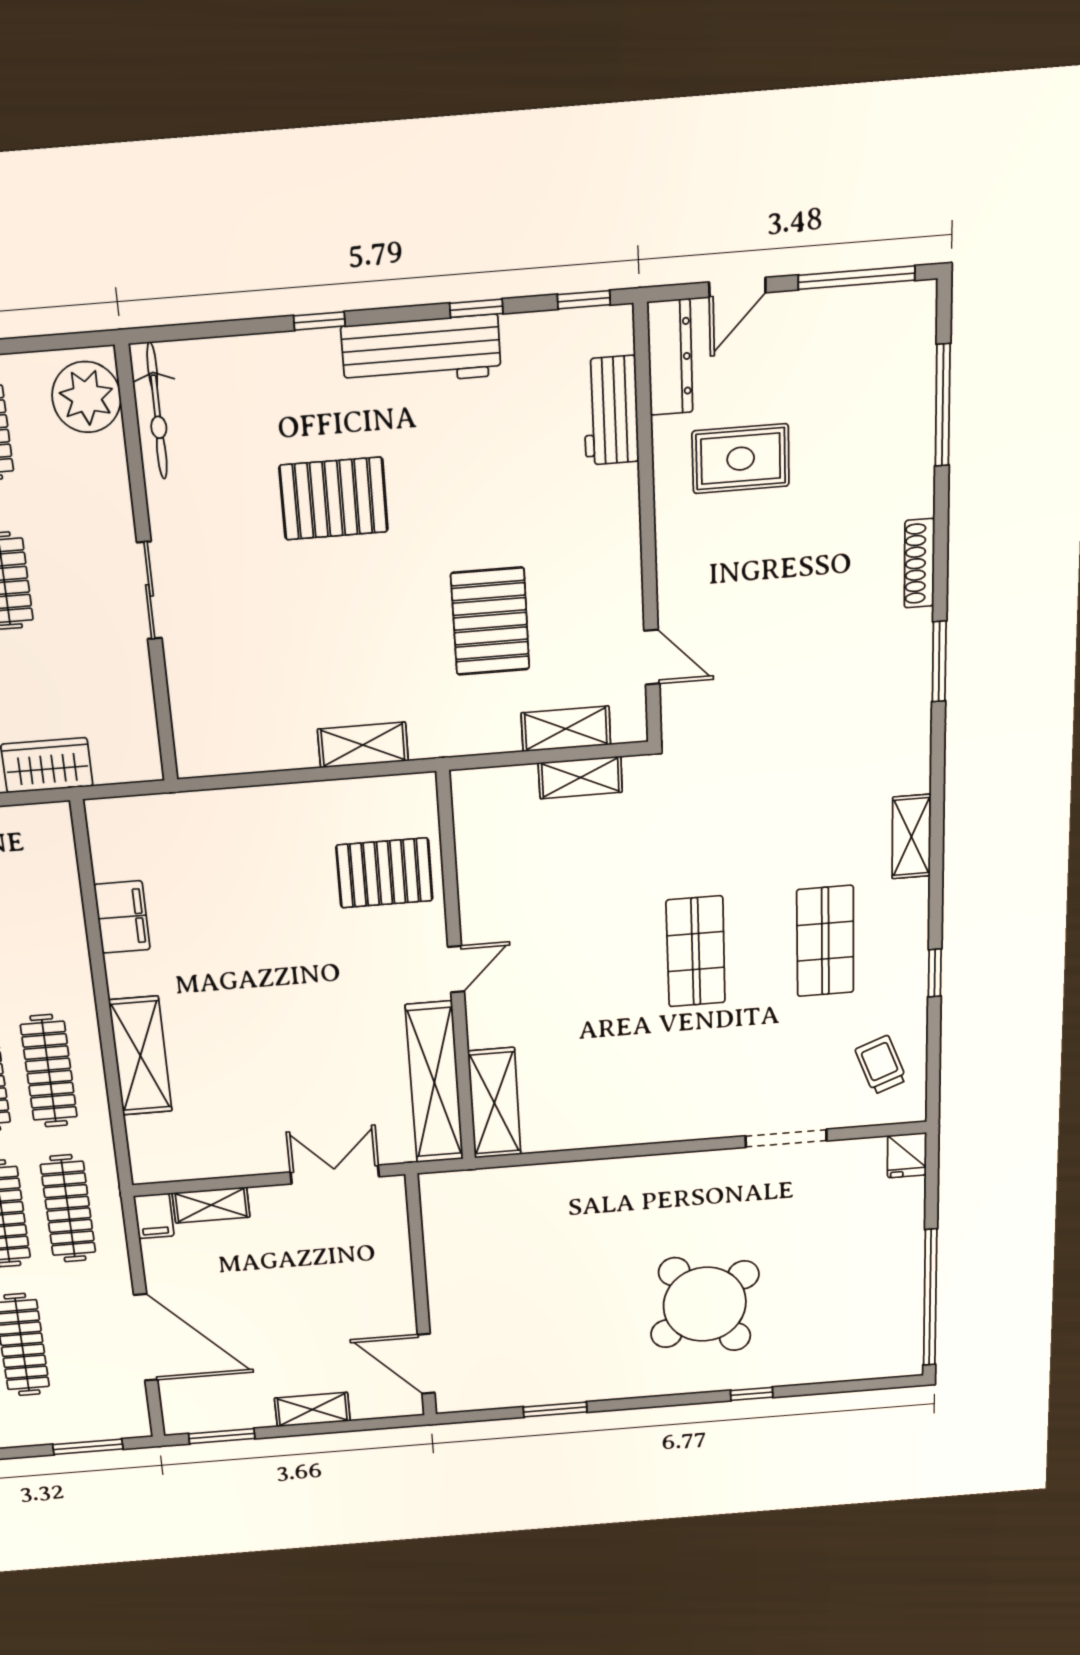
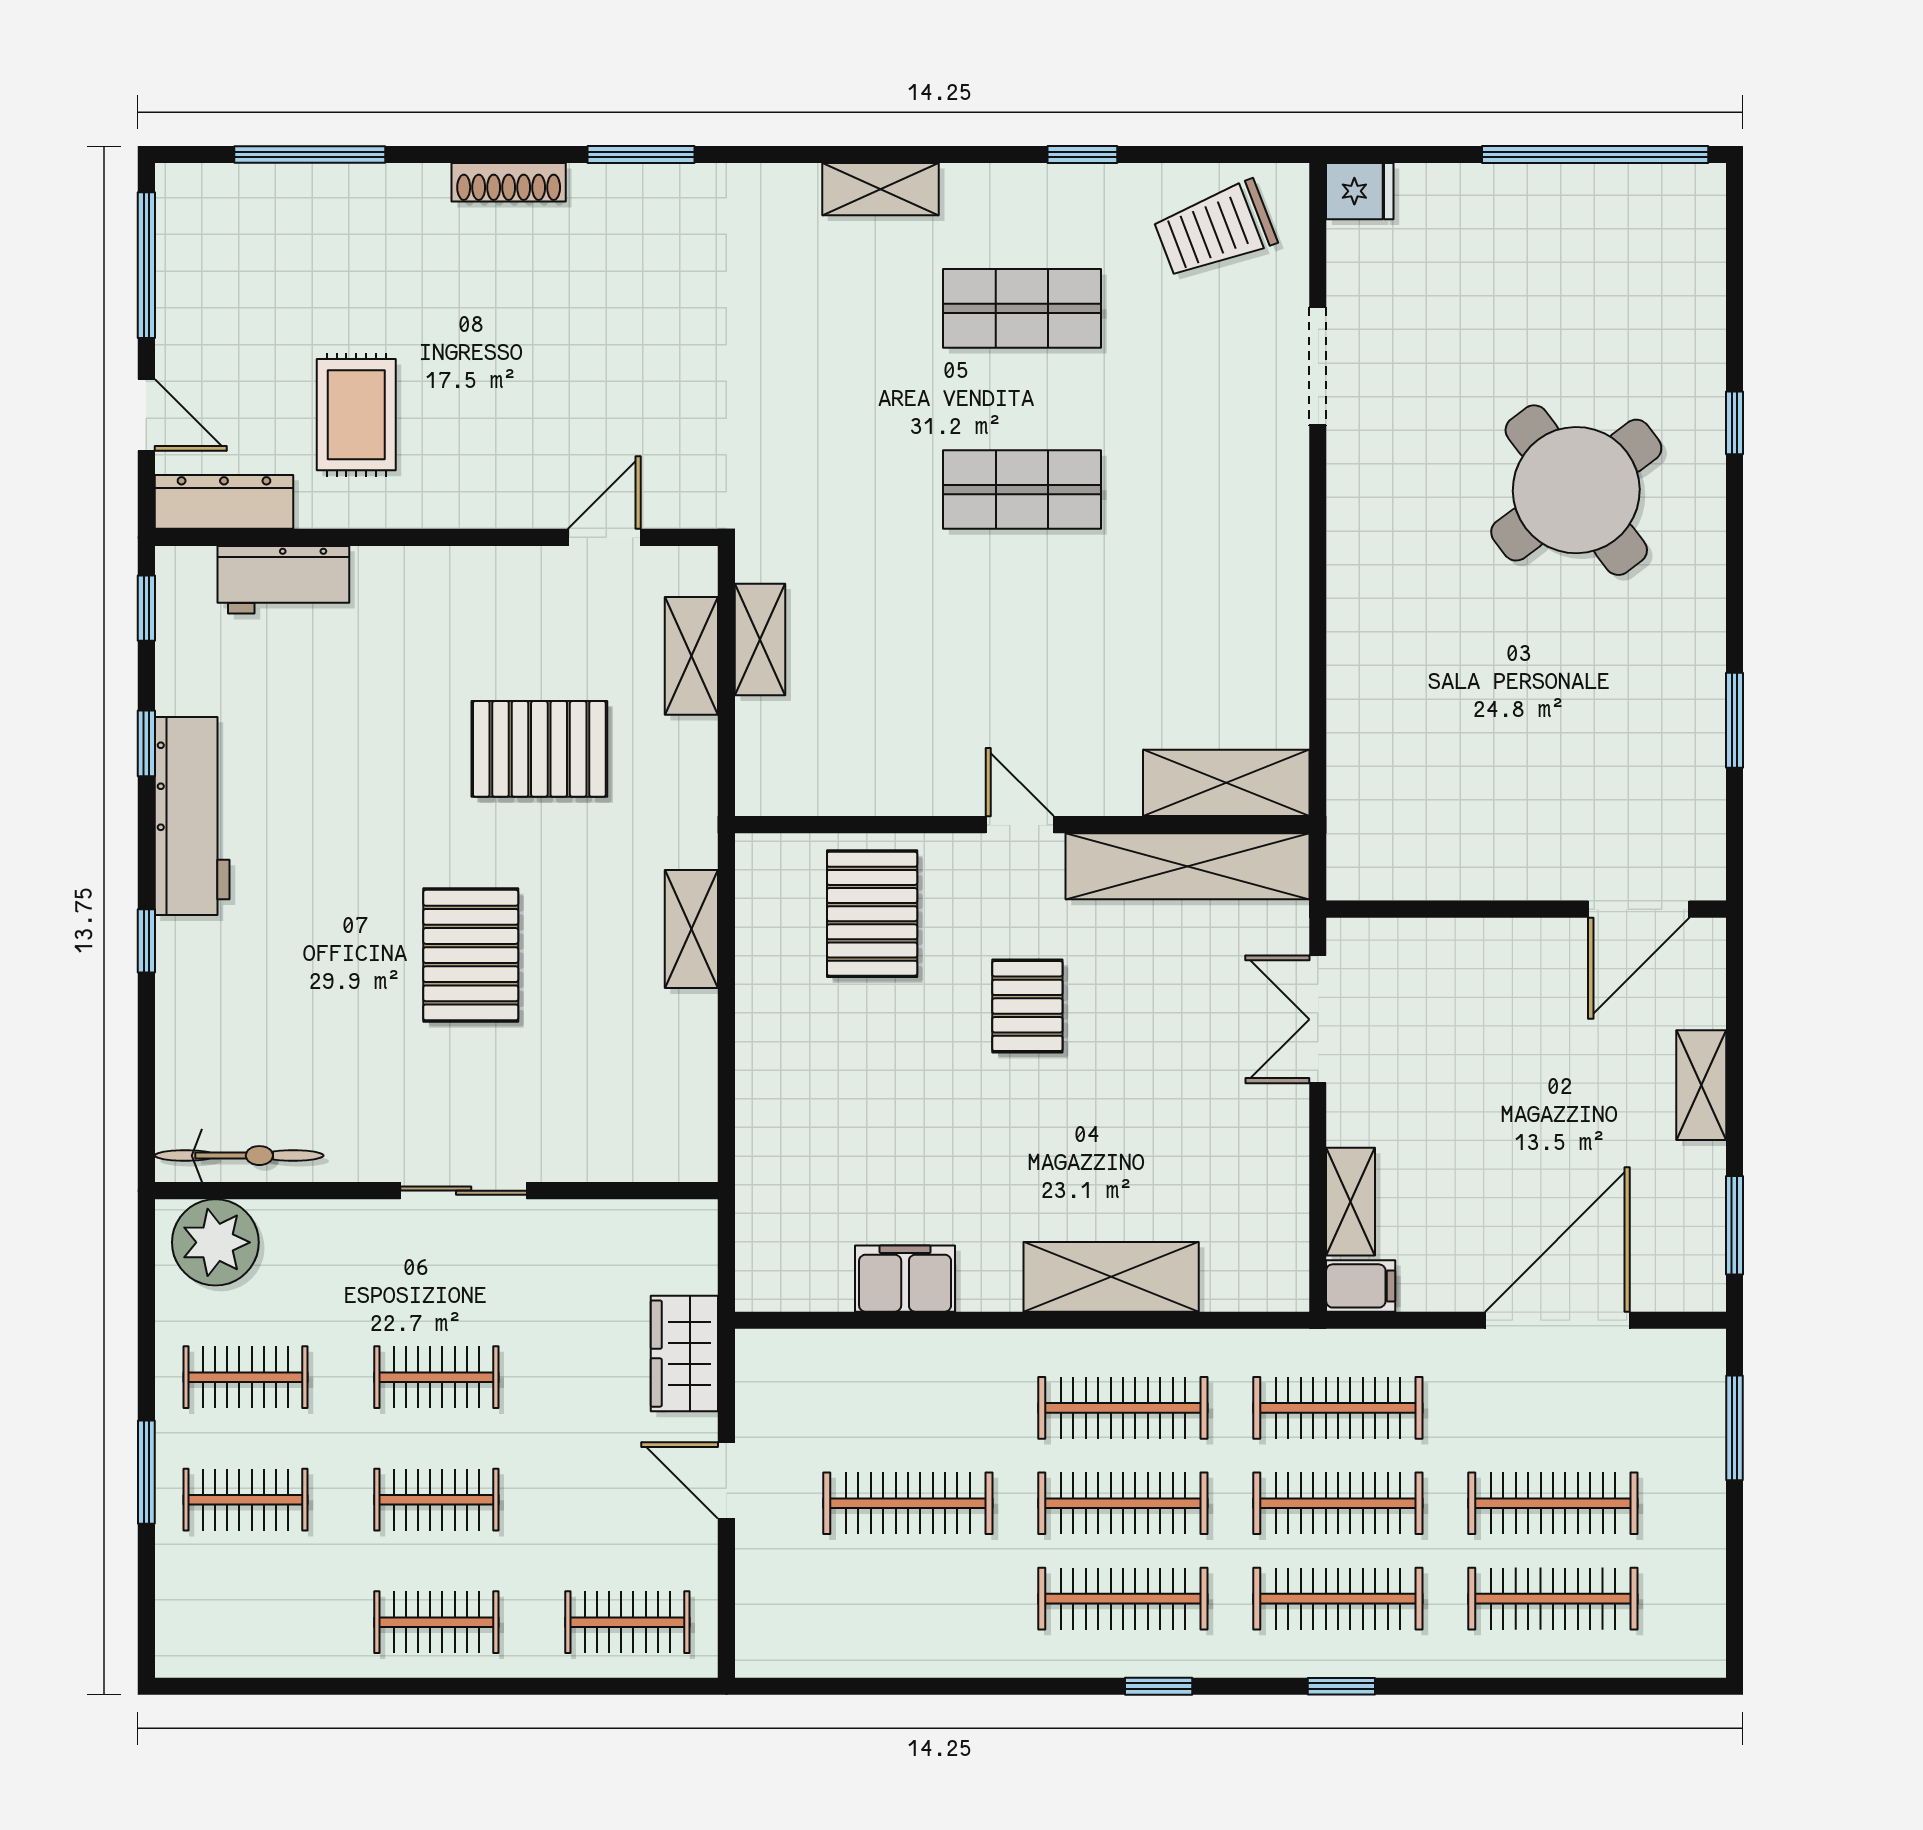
pallet: (334, 499) -> (471, 955), moved
pallet: (327, 985) -> (1027, 1006), added
trolley: (881, 1065) -> (1215, 230), width x1.36, depth x1.39

